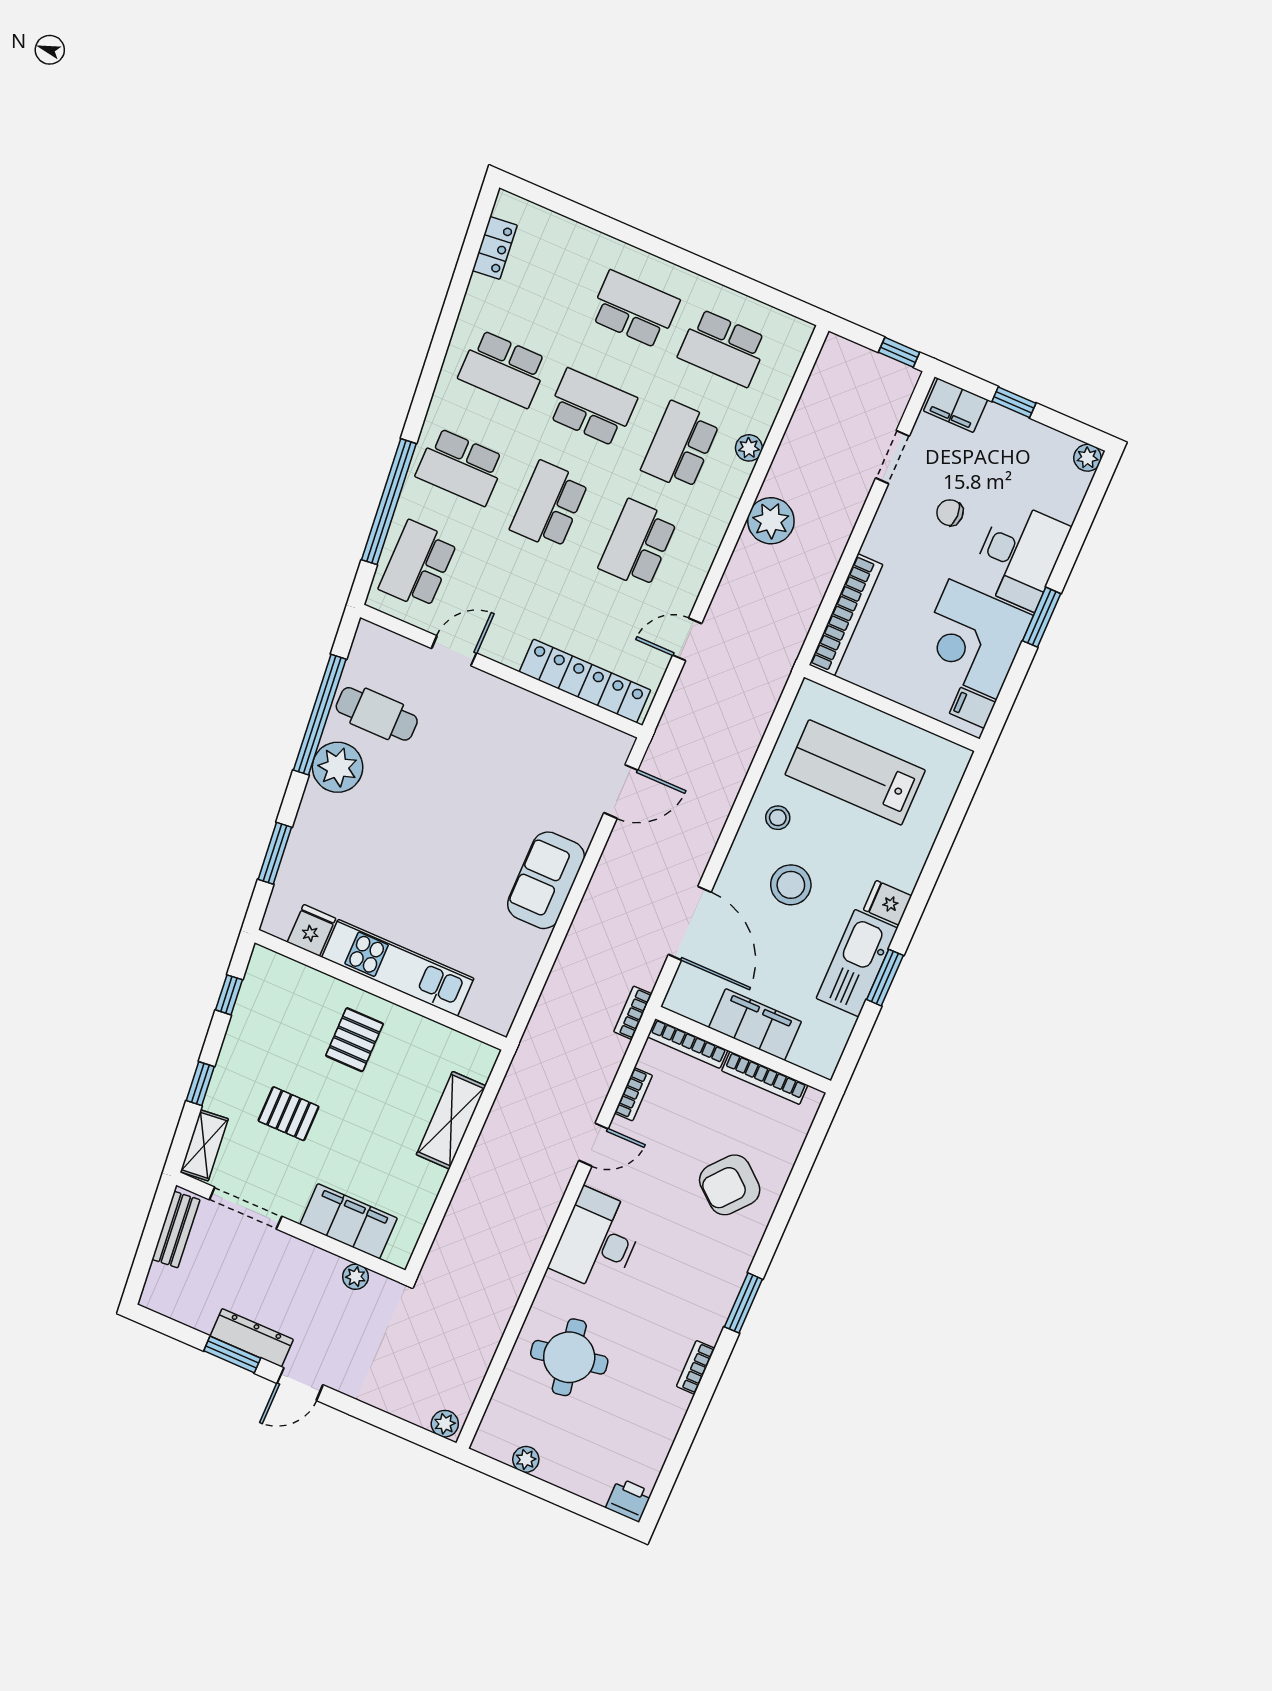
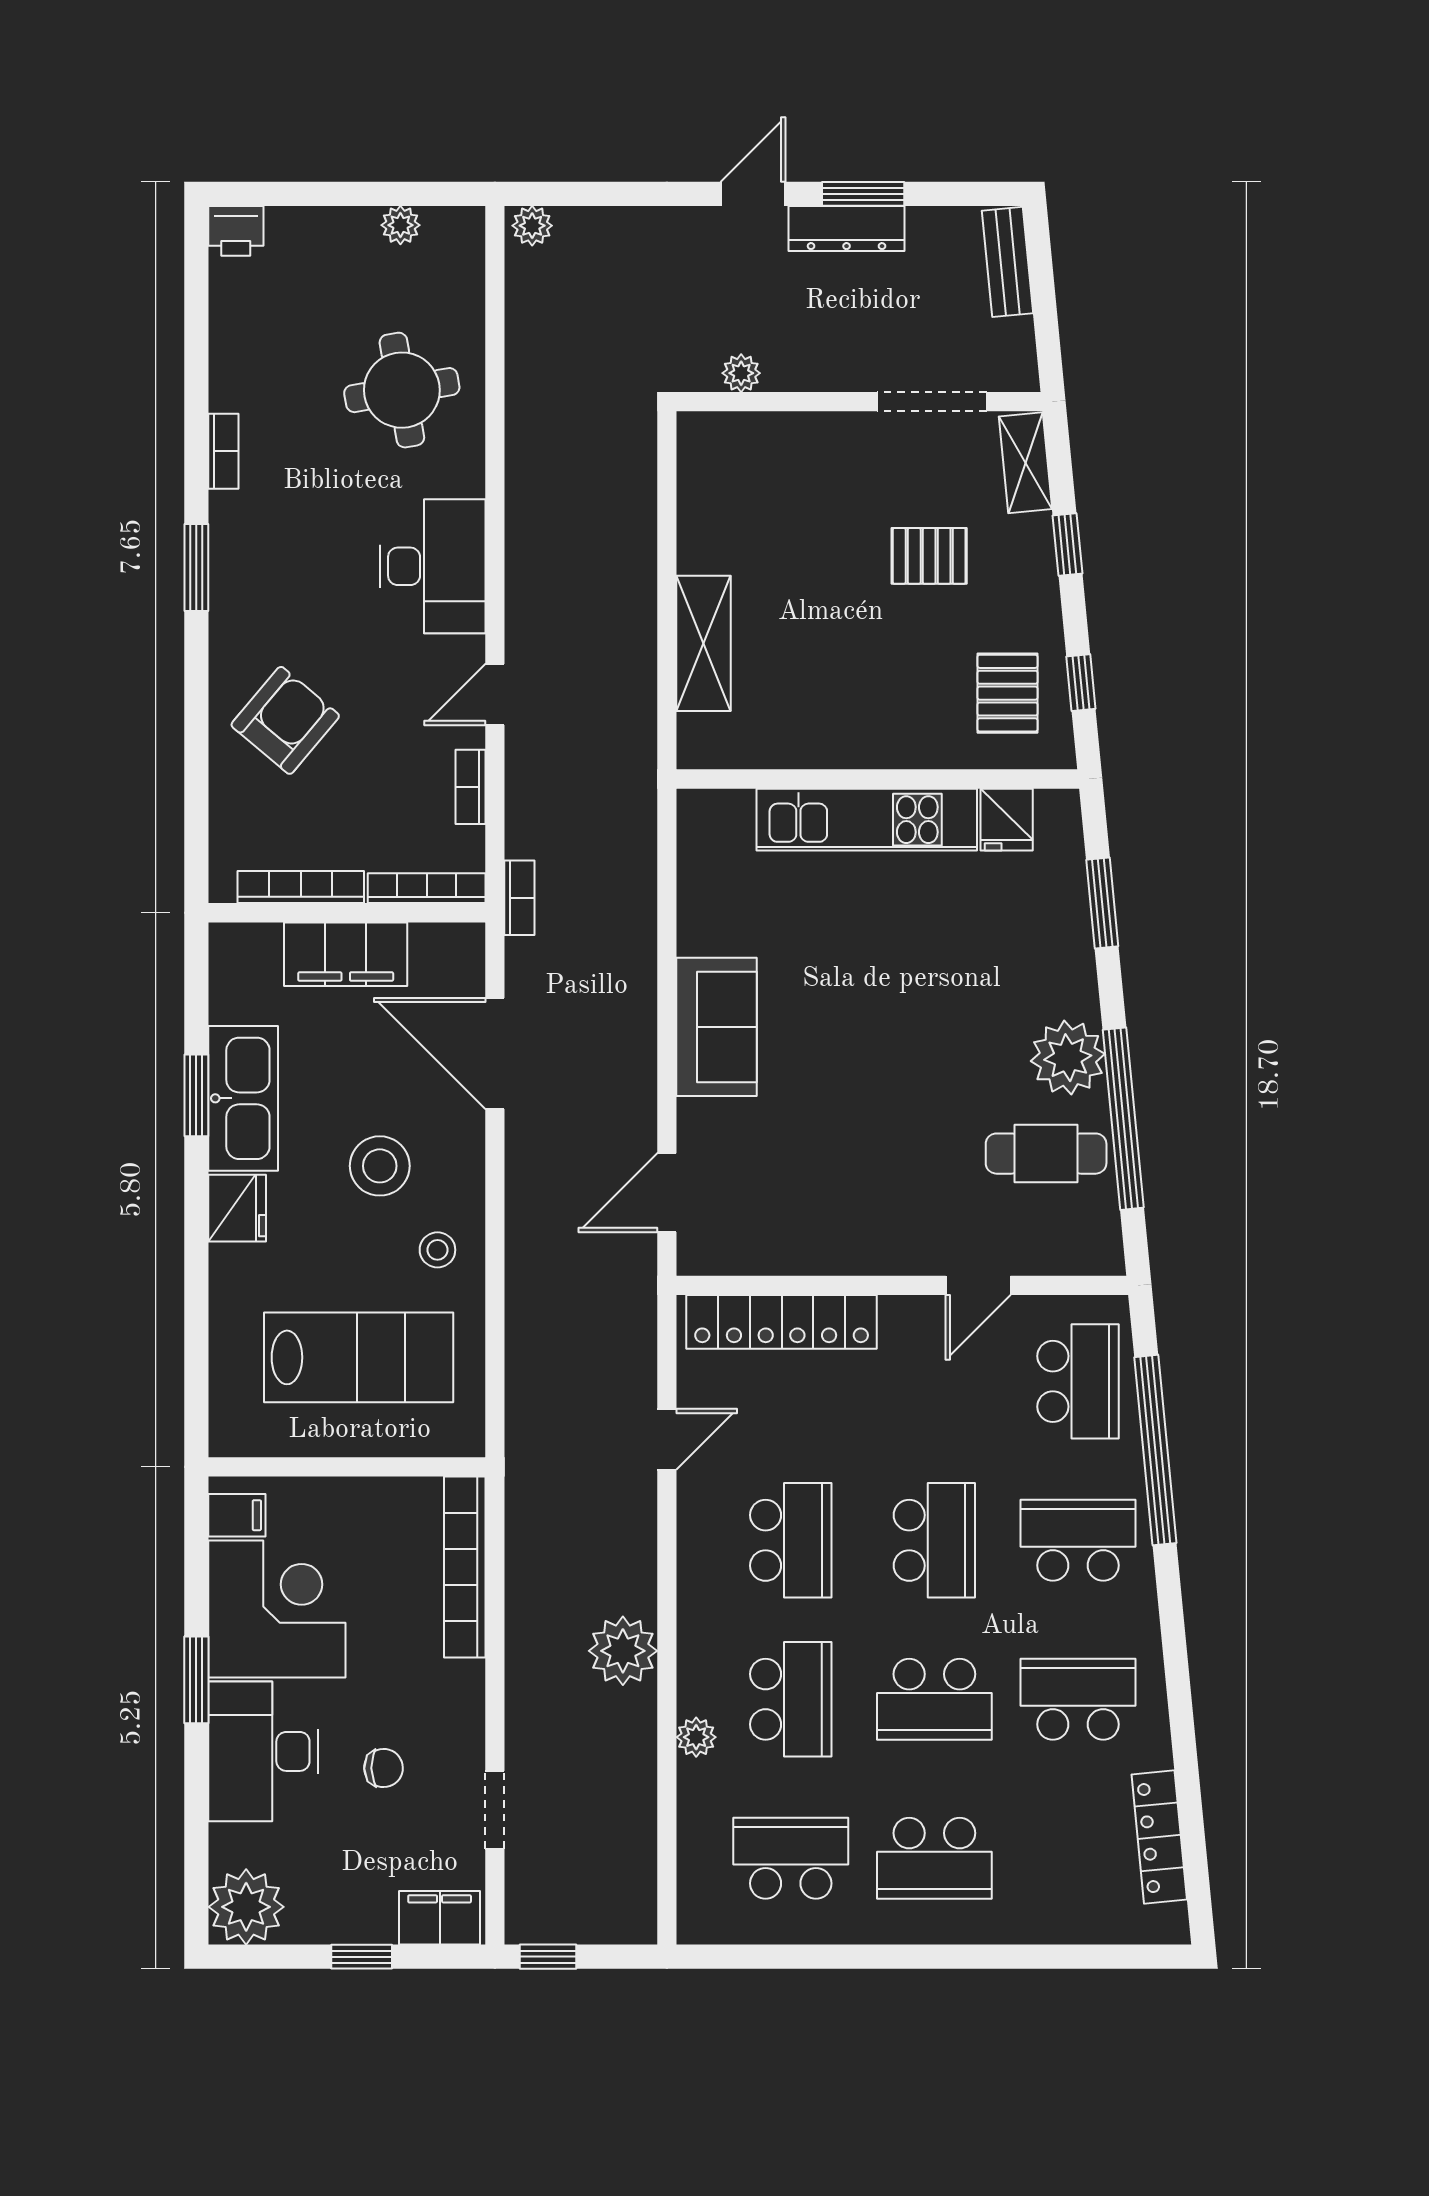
locker: (495, 248) -> (1159, 1837), width x1.53
plant: (1087, 458) -> (246, 1907), width x1.87, depth x1.87
fridge: (888, 903) -> (237, 1208), width x1.38
pallet: (355, 1040) -> (1008, 693), moved
filing cabinet: (349, 1221) -> (783, 445), removed
bench: (176, 1230) -> (1008, 262), moved

